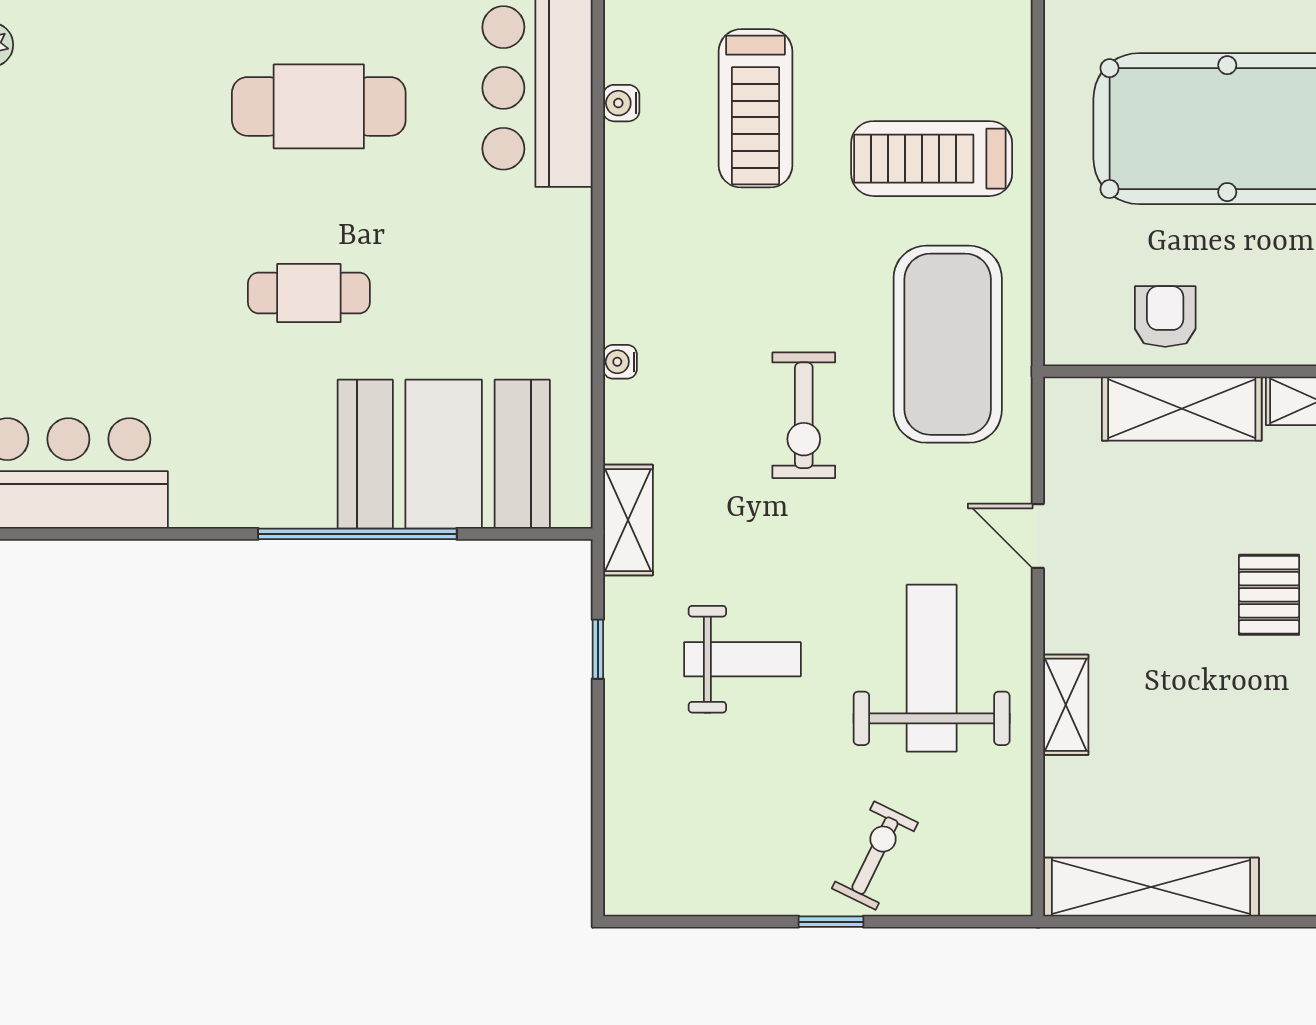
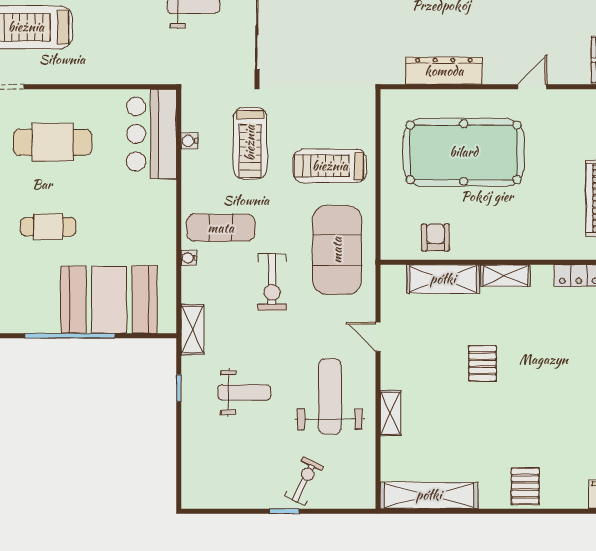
exercise mat: (691, 295) -> (221, 228), added

